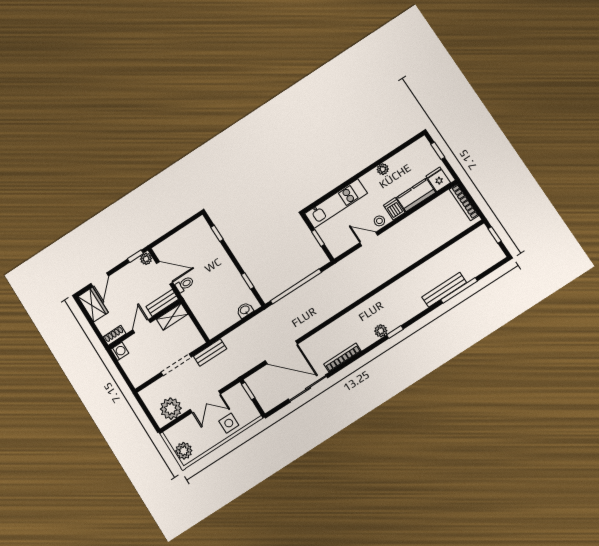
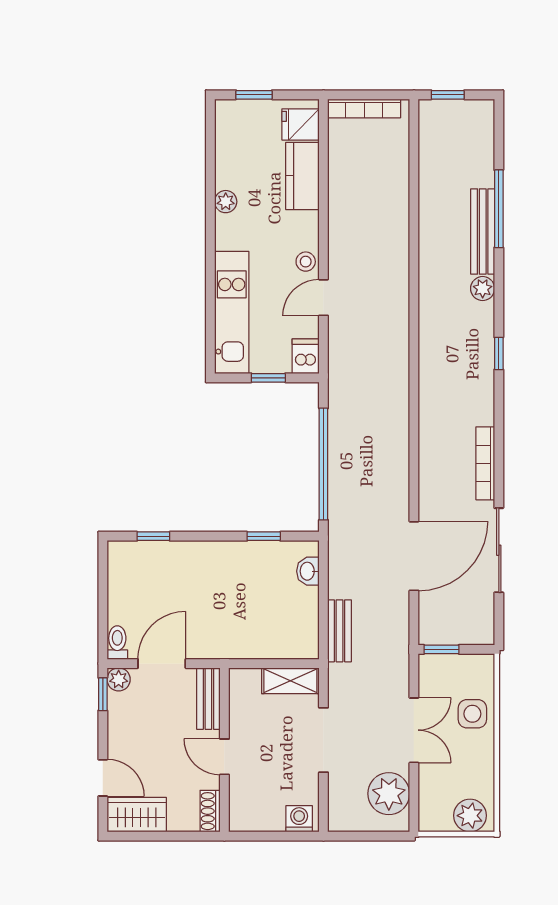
dishwasher: (394, 209) -> (306, 356), moved, turned 90
toilet: (185, 284) -> (117, 643), moved
shelving: (172, 317) -> (290, 681), moved, turned 90
plant: (381, 331) -> (483, 289), moved
washing machine: (120, 351) -> (299, 819), moved
bench: (210, 352) -> (340, 631), moved

